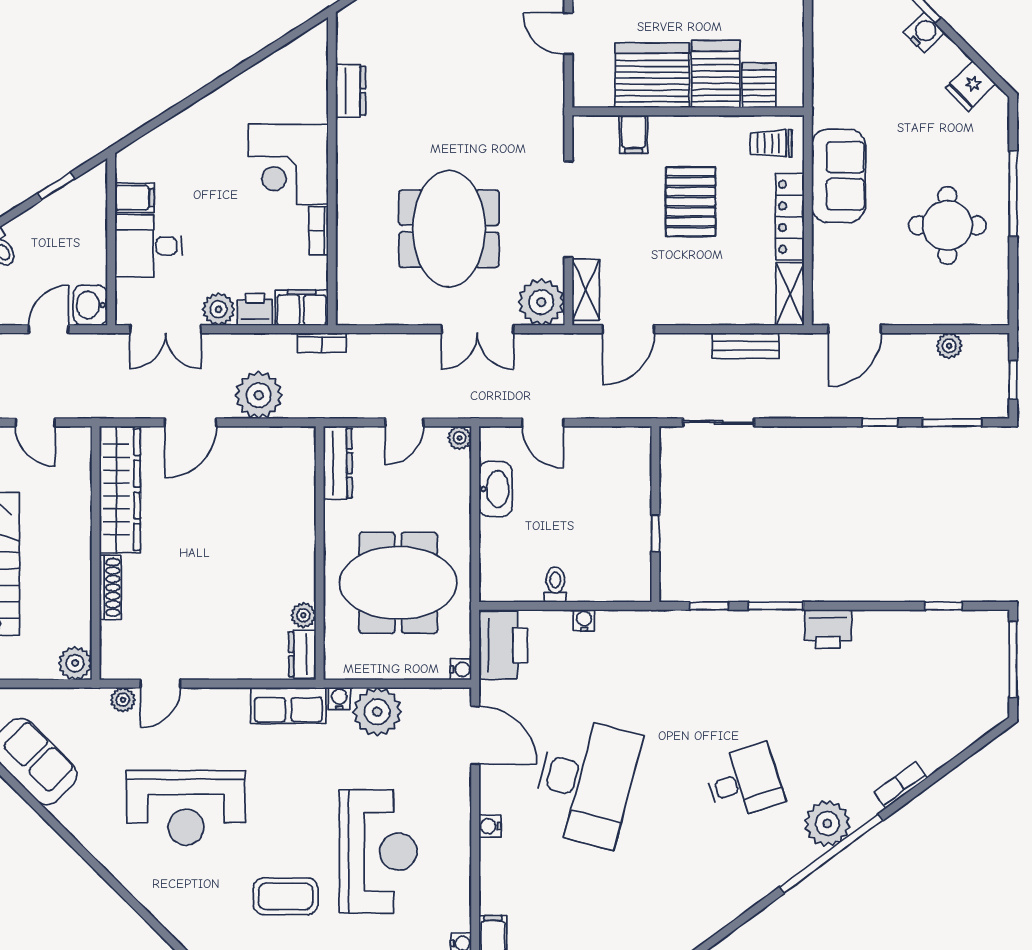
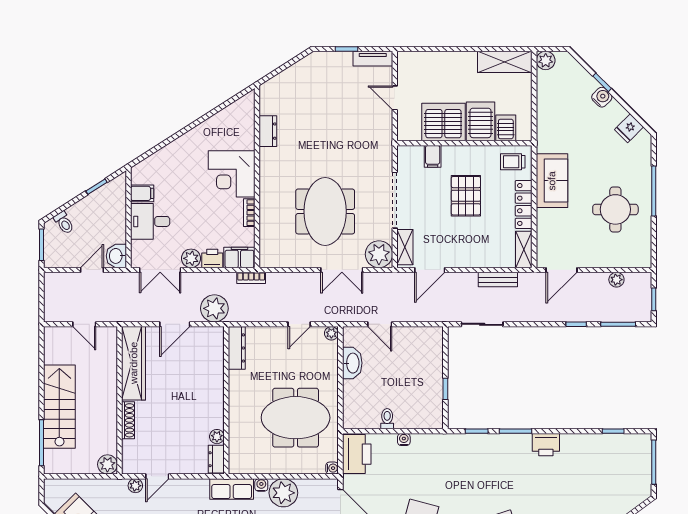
dresser: (338, 463) -> (237, 348), moved
wall: (320, 553) -> (226, 400), moved
plant: (303, 615) -> (217, 437), moved
dresser: (302, 654) -> (216, 459), moved

